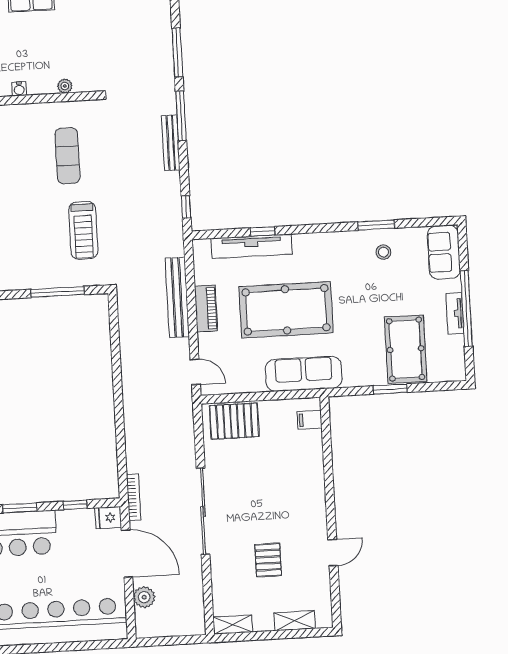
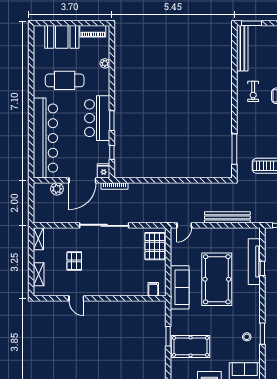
piano: (206, 309) -> (220, 233), removed
pallet: (268, 560) -> (74, 261), turned 90

